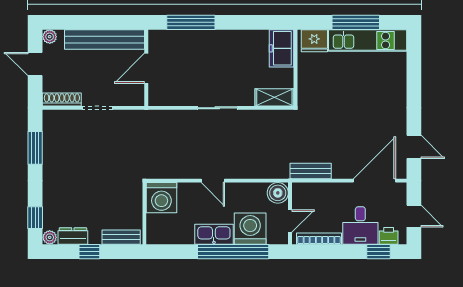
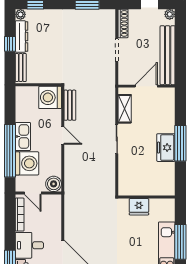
window: (191, 22) -> (180, 143), moved
fridge: (314, 41) -> (139, 207), moved, turned -90
freezer: (281, 48) -> (166, 148), moved, turned -90
door: (146, 68) -> (146, 86), hinge flipped
shelving: (274, 97) -> (125, 109), moved
bench: (311, 171) -> (70, 105), moved
door: (213, 181) -> (63, 136), swing flipped
dresser: (73, 236) -> (22, 36), width x1.44

